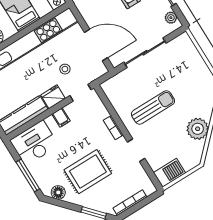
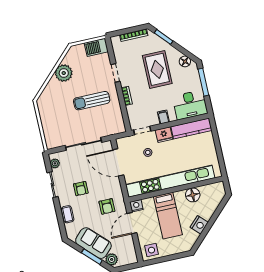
rug: (88, 172) -> (157, 69), turned 90

